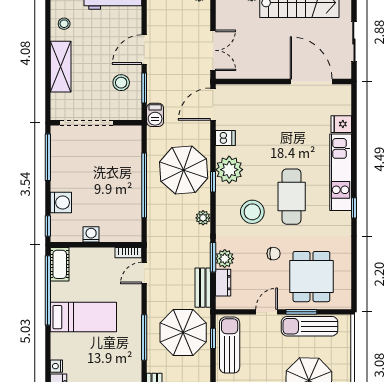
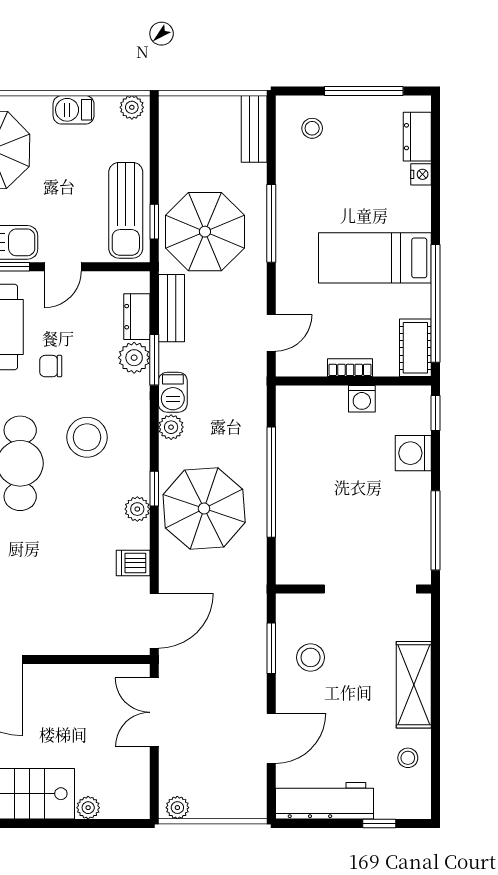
door: (144, 50) -> (271, 738), moved
barbecue: (155, 115) -> (173, 392), moved, turned 180
plant: (229, 170) -> (137, 509), width x0.53, depth x0.53
bookcase: (128, 253) -> (350, 368), moved

